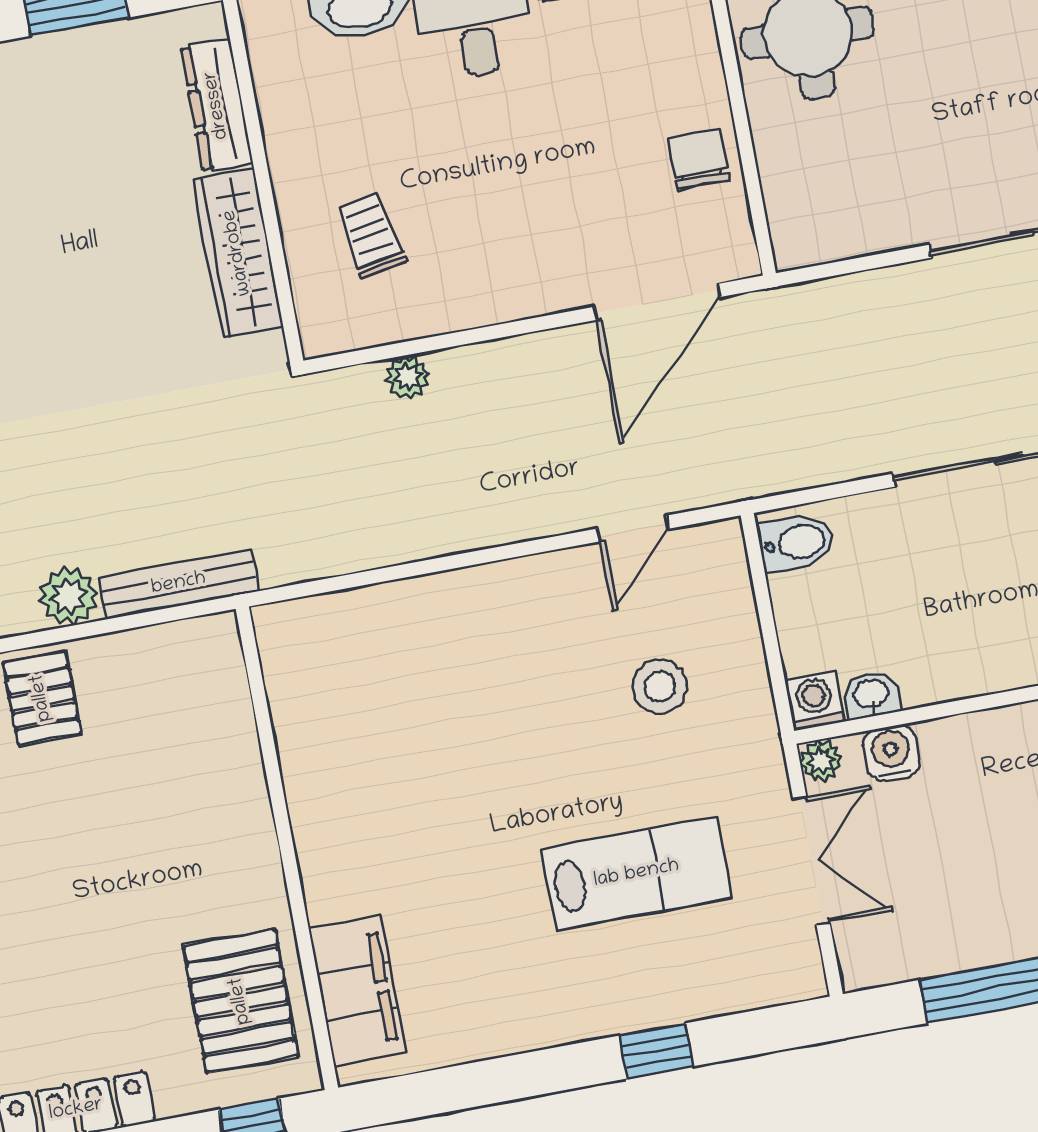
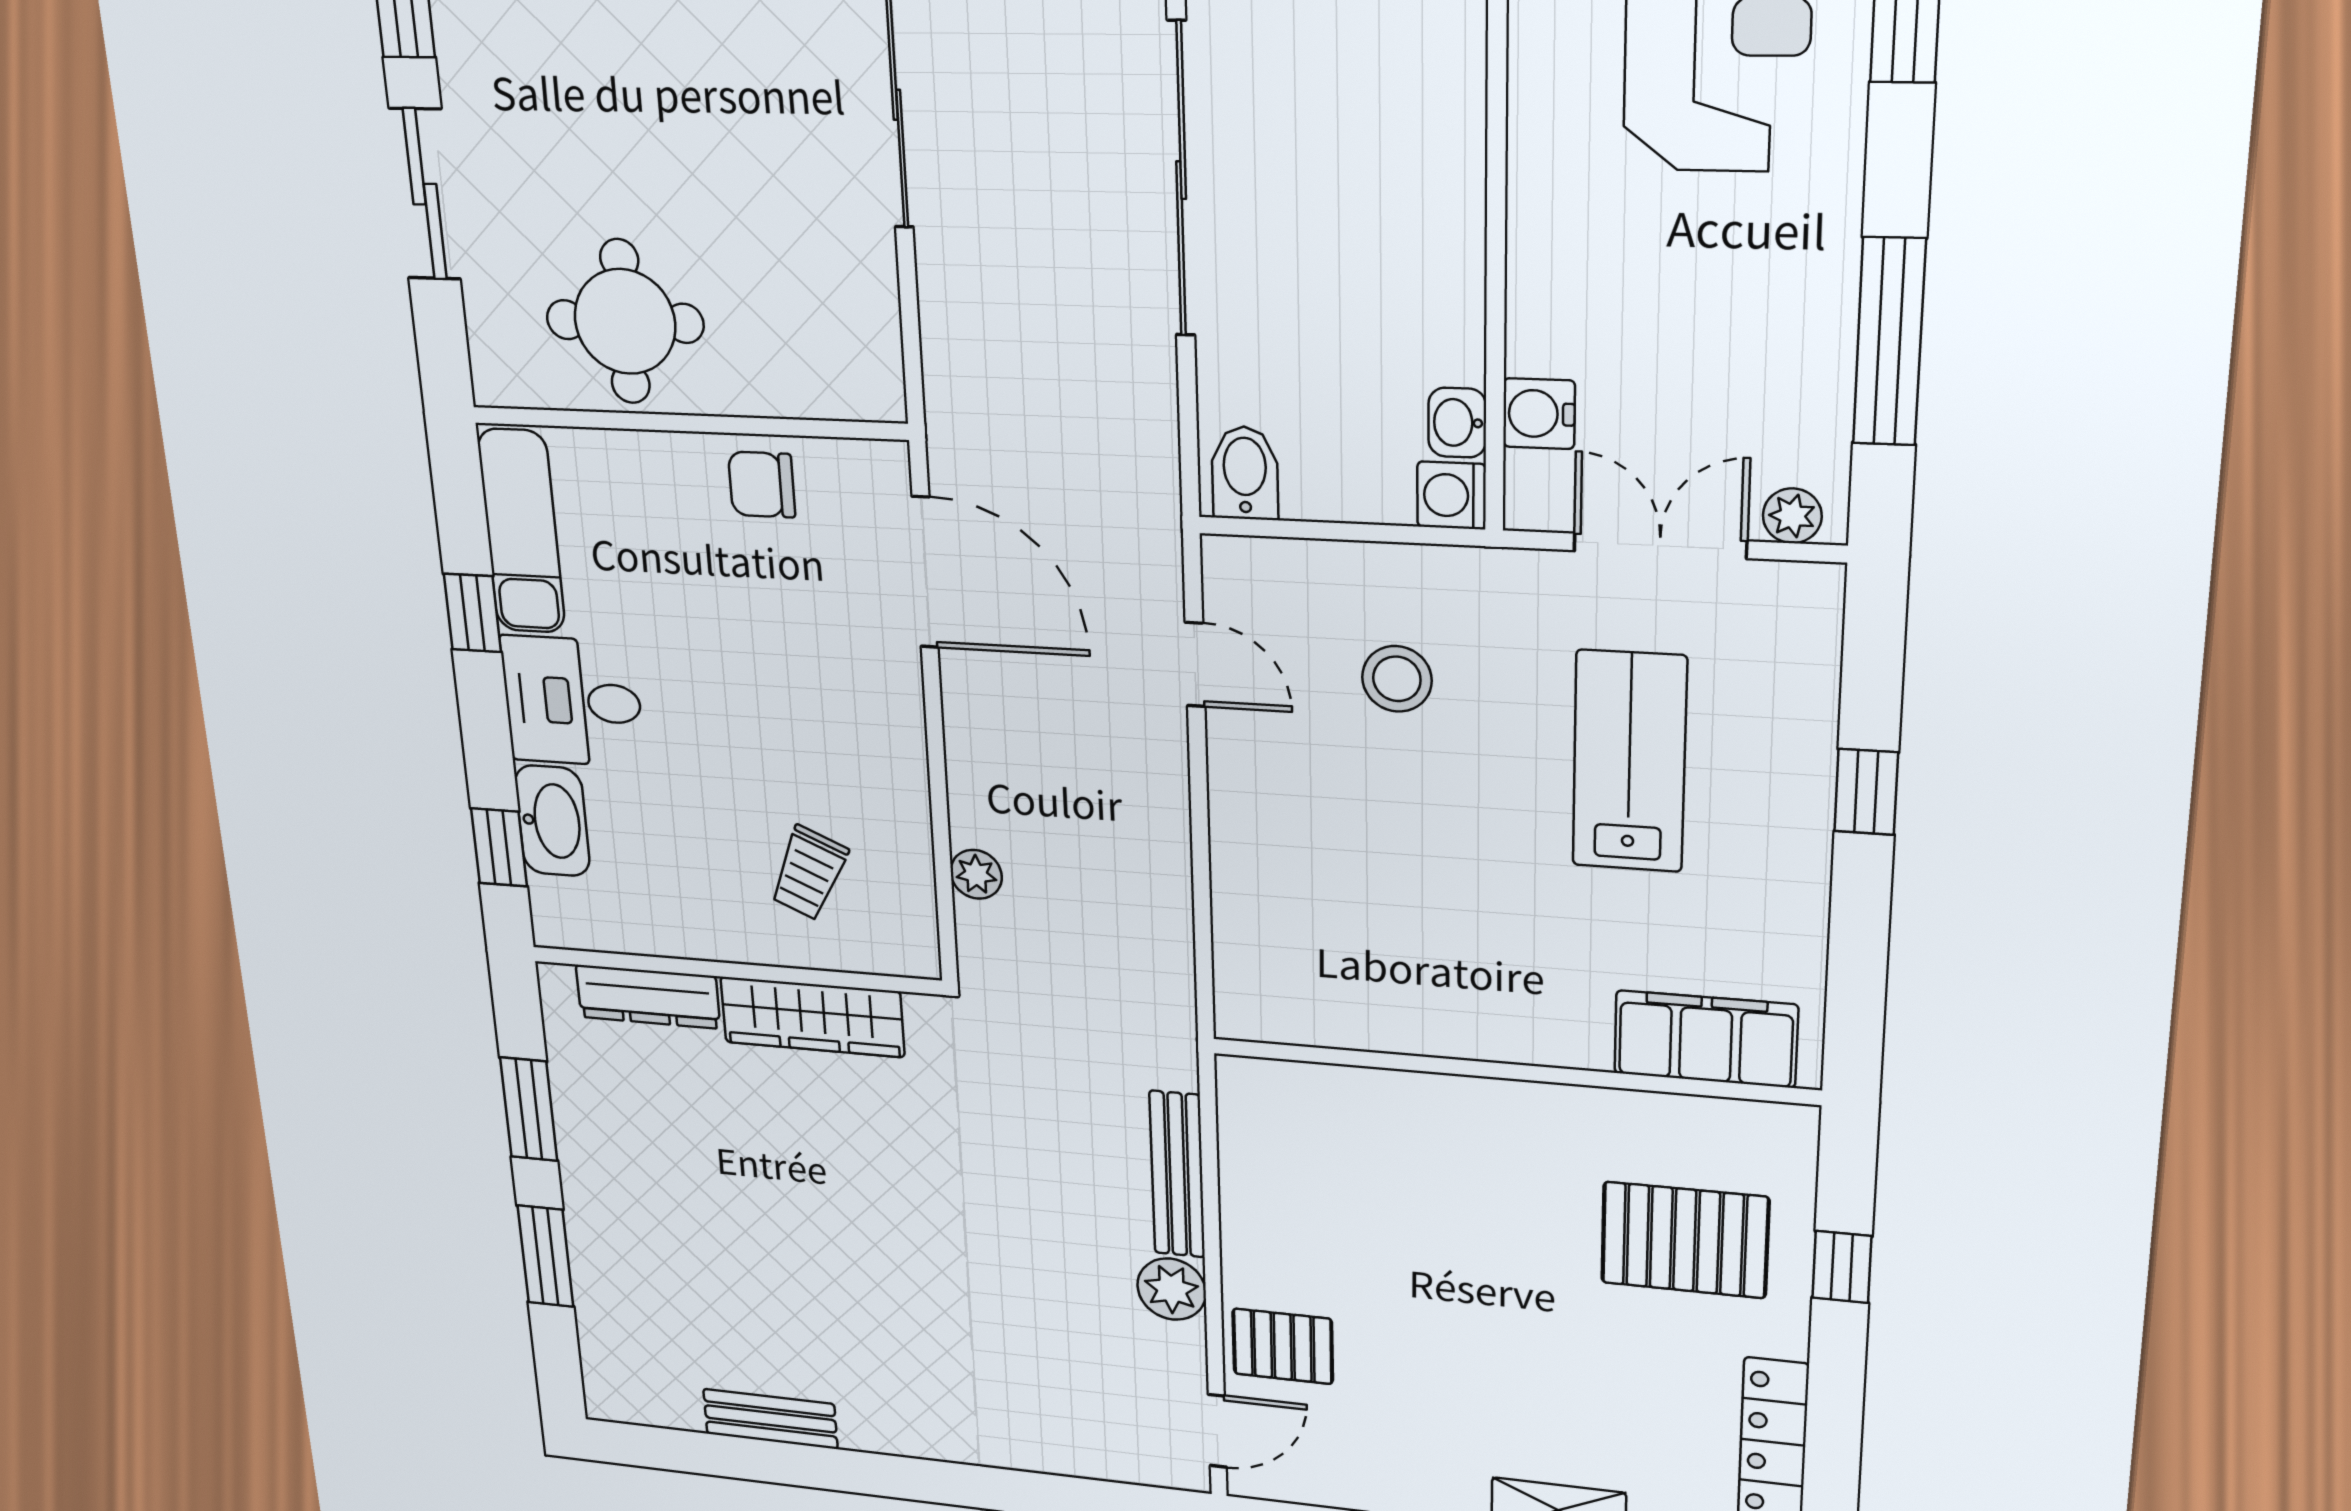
trolley: (371, 235) -> (809, 873), turned -56
plant: (821, 761) -> (1792, 516), moved
wall: (287, 848) -> (1511, 1071), moved
filing cabinet: (357, 991) -> (1706, 1039), moved

